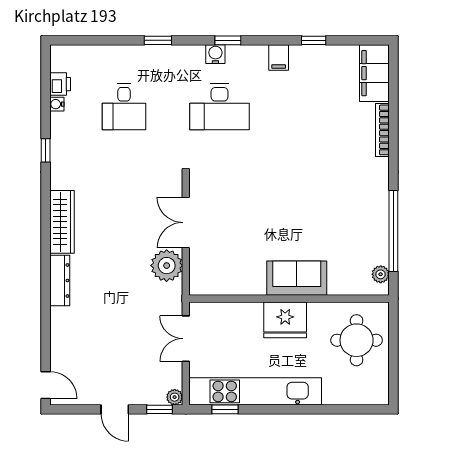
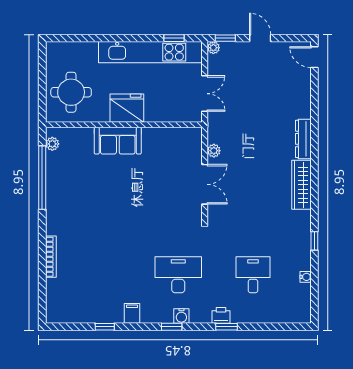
filing cabinet: (374, 73) -> (57, 301), removed
printer: (60, 84) -> (221, 315), moved, turned 90
plant: (167, 266) -> (214, 151), width x0.53, depth x0.53

